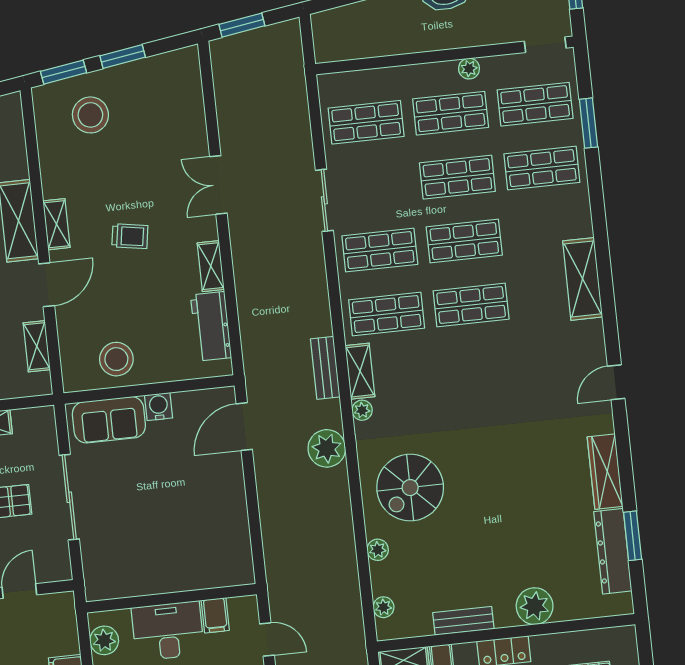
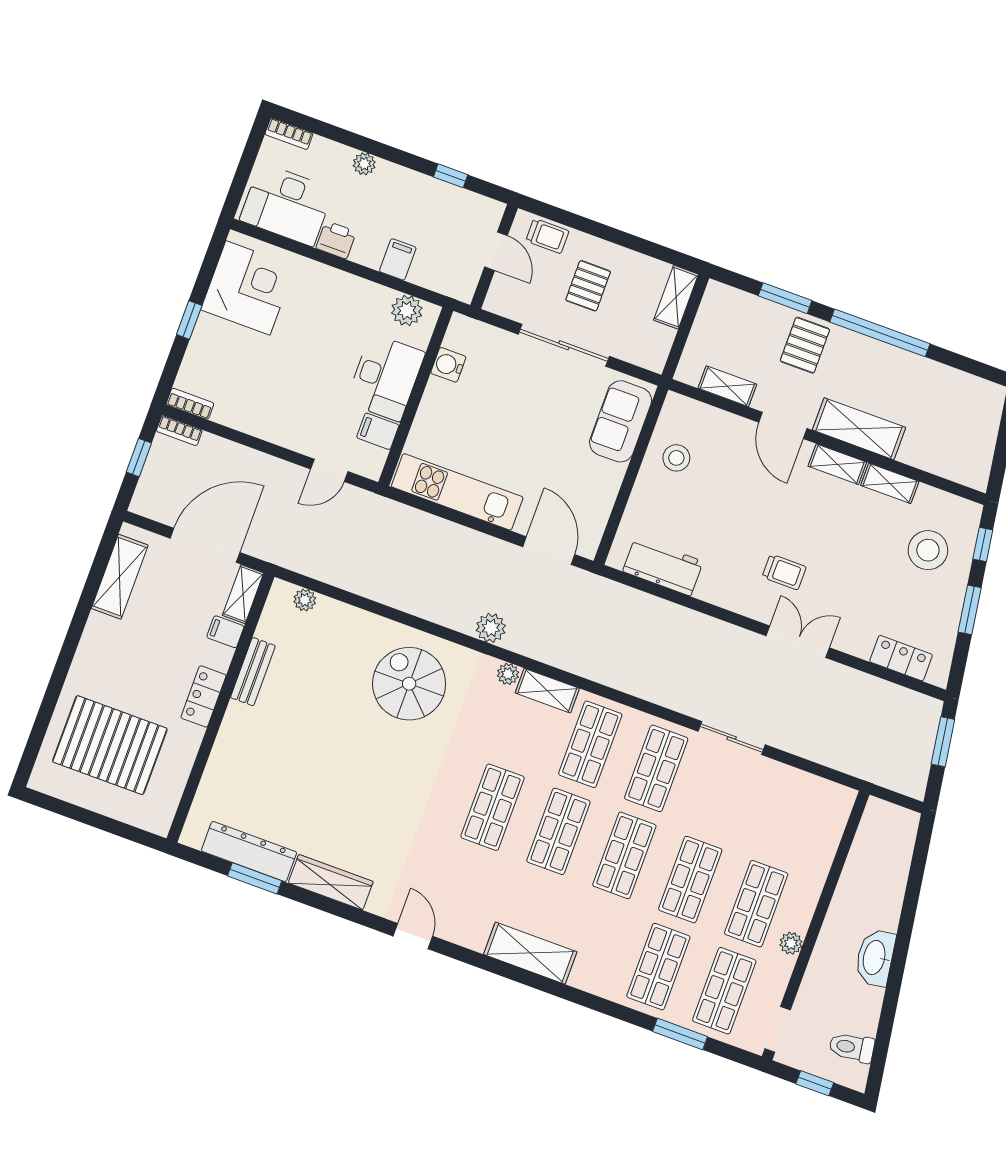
window: (64, 72) -> (983, 544), width x0.67
locker: (190, 93) -> (901, 658), added
shop shelf: (366, 122) -> (493, 807), moved
trolley: (130, 236) -> (784, 572), moved, turned -99
shelving: (211, 266) -> (890, 483), moved
stool: (116, 359) -> (676, 458), width x0.73, depth x0.73
bench: (325, 368) -> (567, 658), removed
water cooler: (159, 407) -> (448, 365), moved, turned 180
plant: (327, 448) -> (491, 628), width x0.73, depth x0.73
kitchen unit: (233, 526) -> (457, 492), added
plant: (378, 550) -> (364, 622), removed
plant: (535, 606) -> (233, 748), removed

